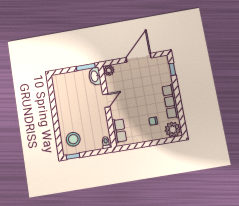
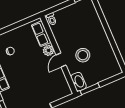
plant: (109, 70) -> (49, 50), moved
stool: (73, 139) -> (83, 55), moved

